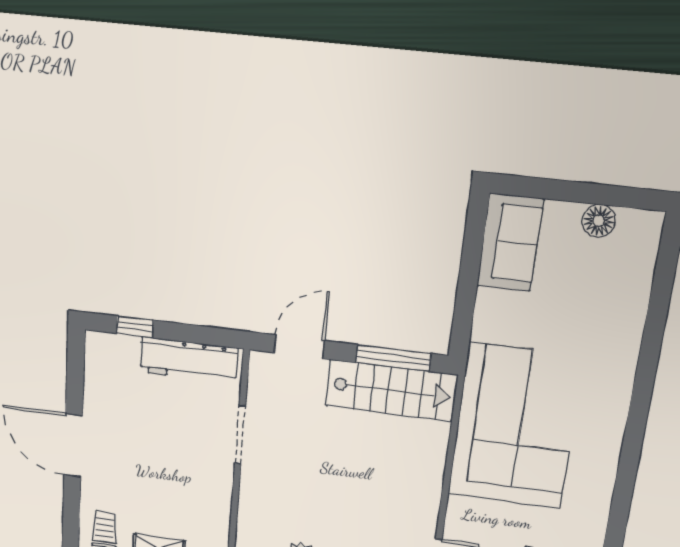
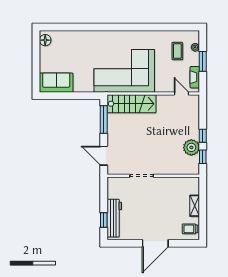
floor lamp: (599, 221) -> (45, 40), moved
workbench: (189, 360) -> (114, 218), moved
stairs: (391, 390) -> (131, 104), moved, turned 90

